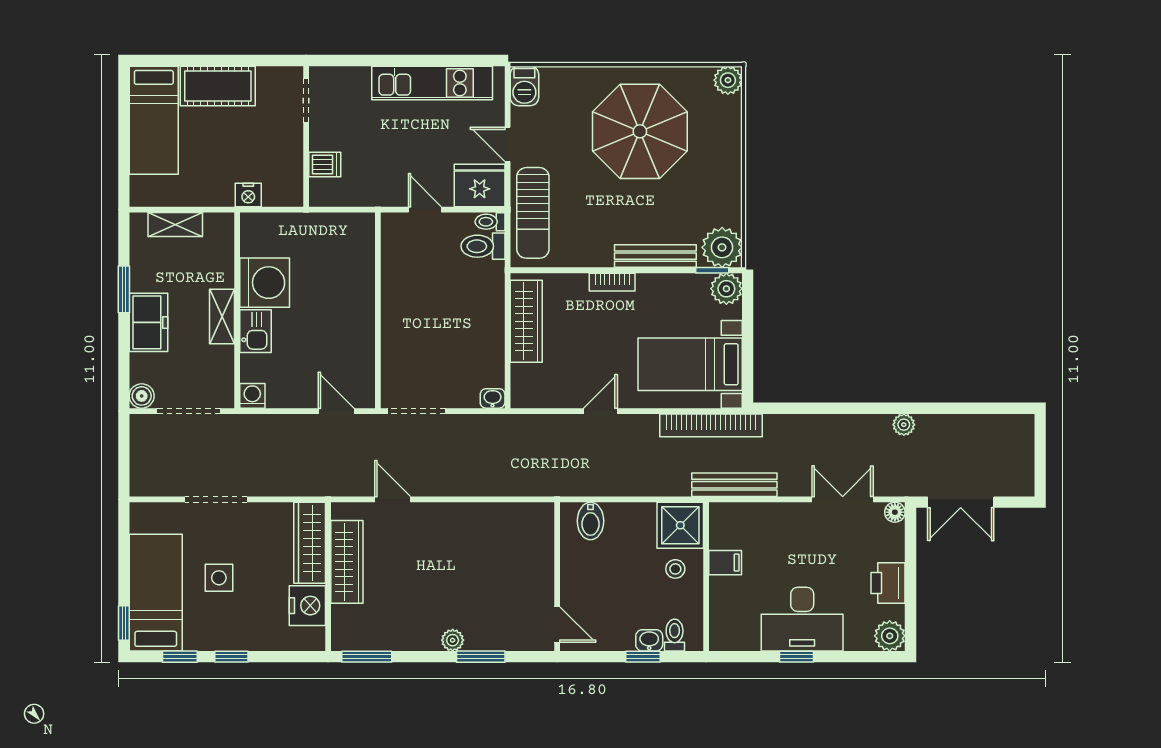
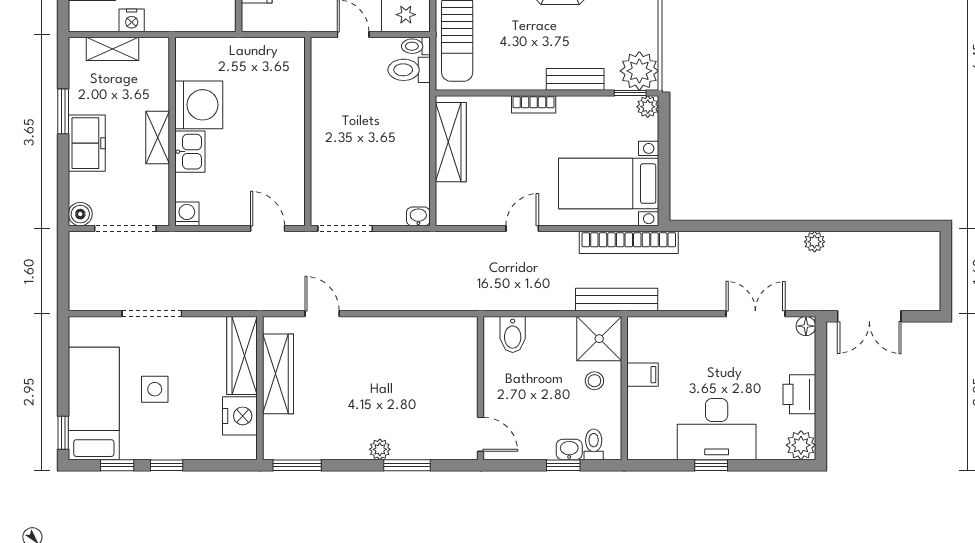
nightstand: (248, 195) -> (132, 20), moved
bench: (655, 256) -> (575, 79), width x0.73
plant: (726, 289) -> (648, 107), width x0.73, depth x0.73
bench: (734, 485) -> (617, 300), moved

